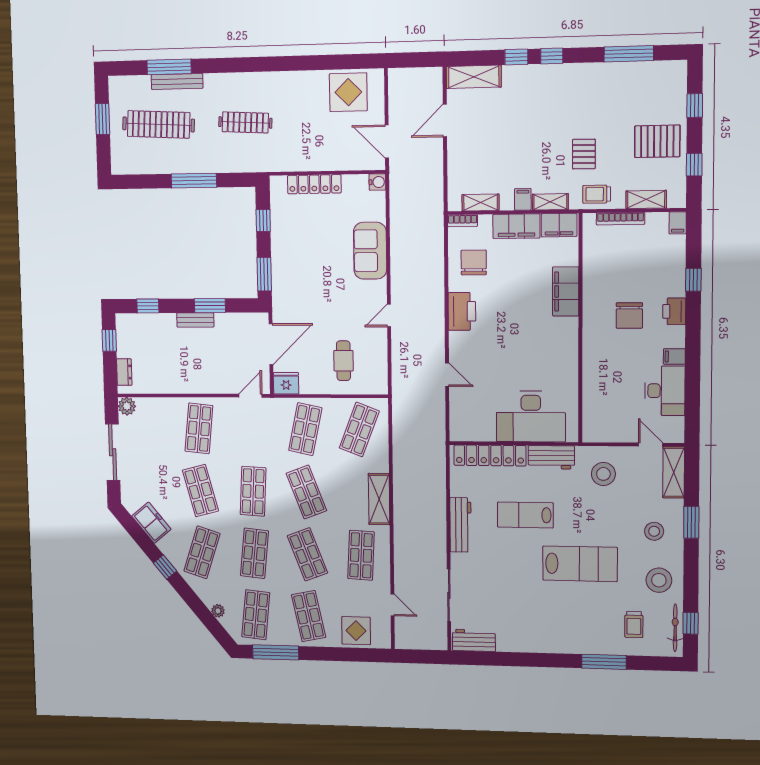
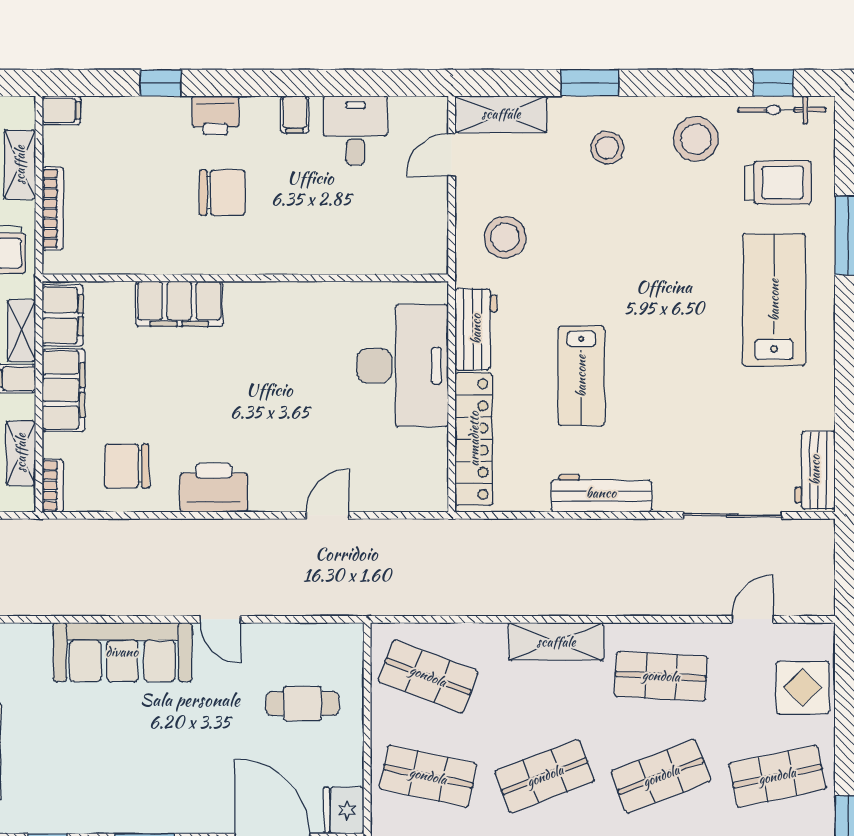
sofa: (370, 251) -> (122, 652), width x1.36
desk: (665, 391) -> (355, 131), width x0.73
lab bench: (580, 564) -> (774, 300), moved
trolley: (634, 625) -> (778, 183), width x1.36, depth x1.39

